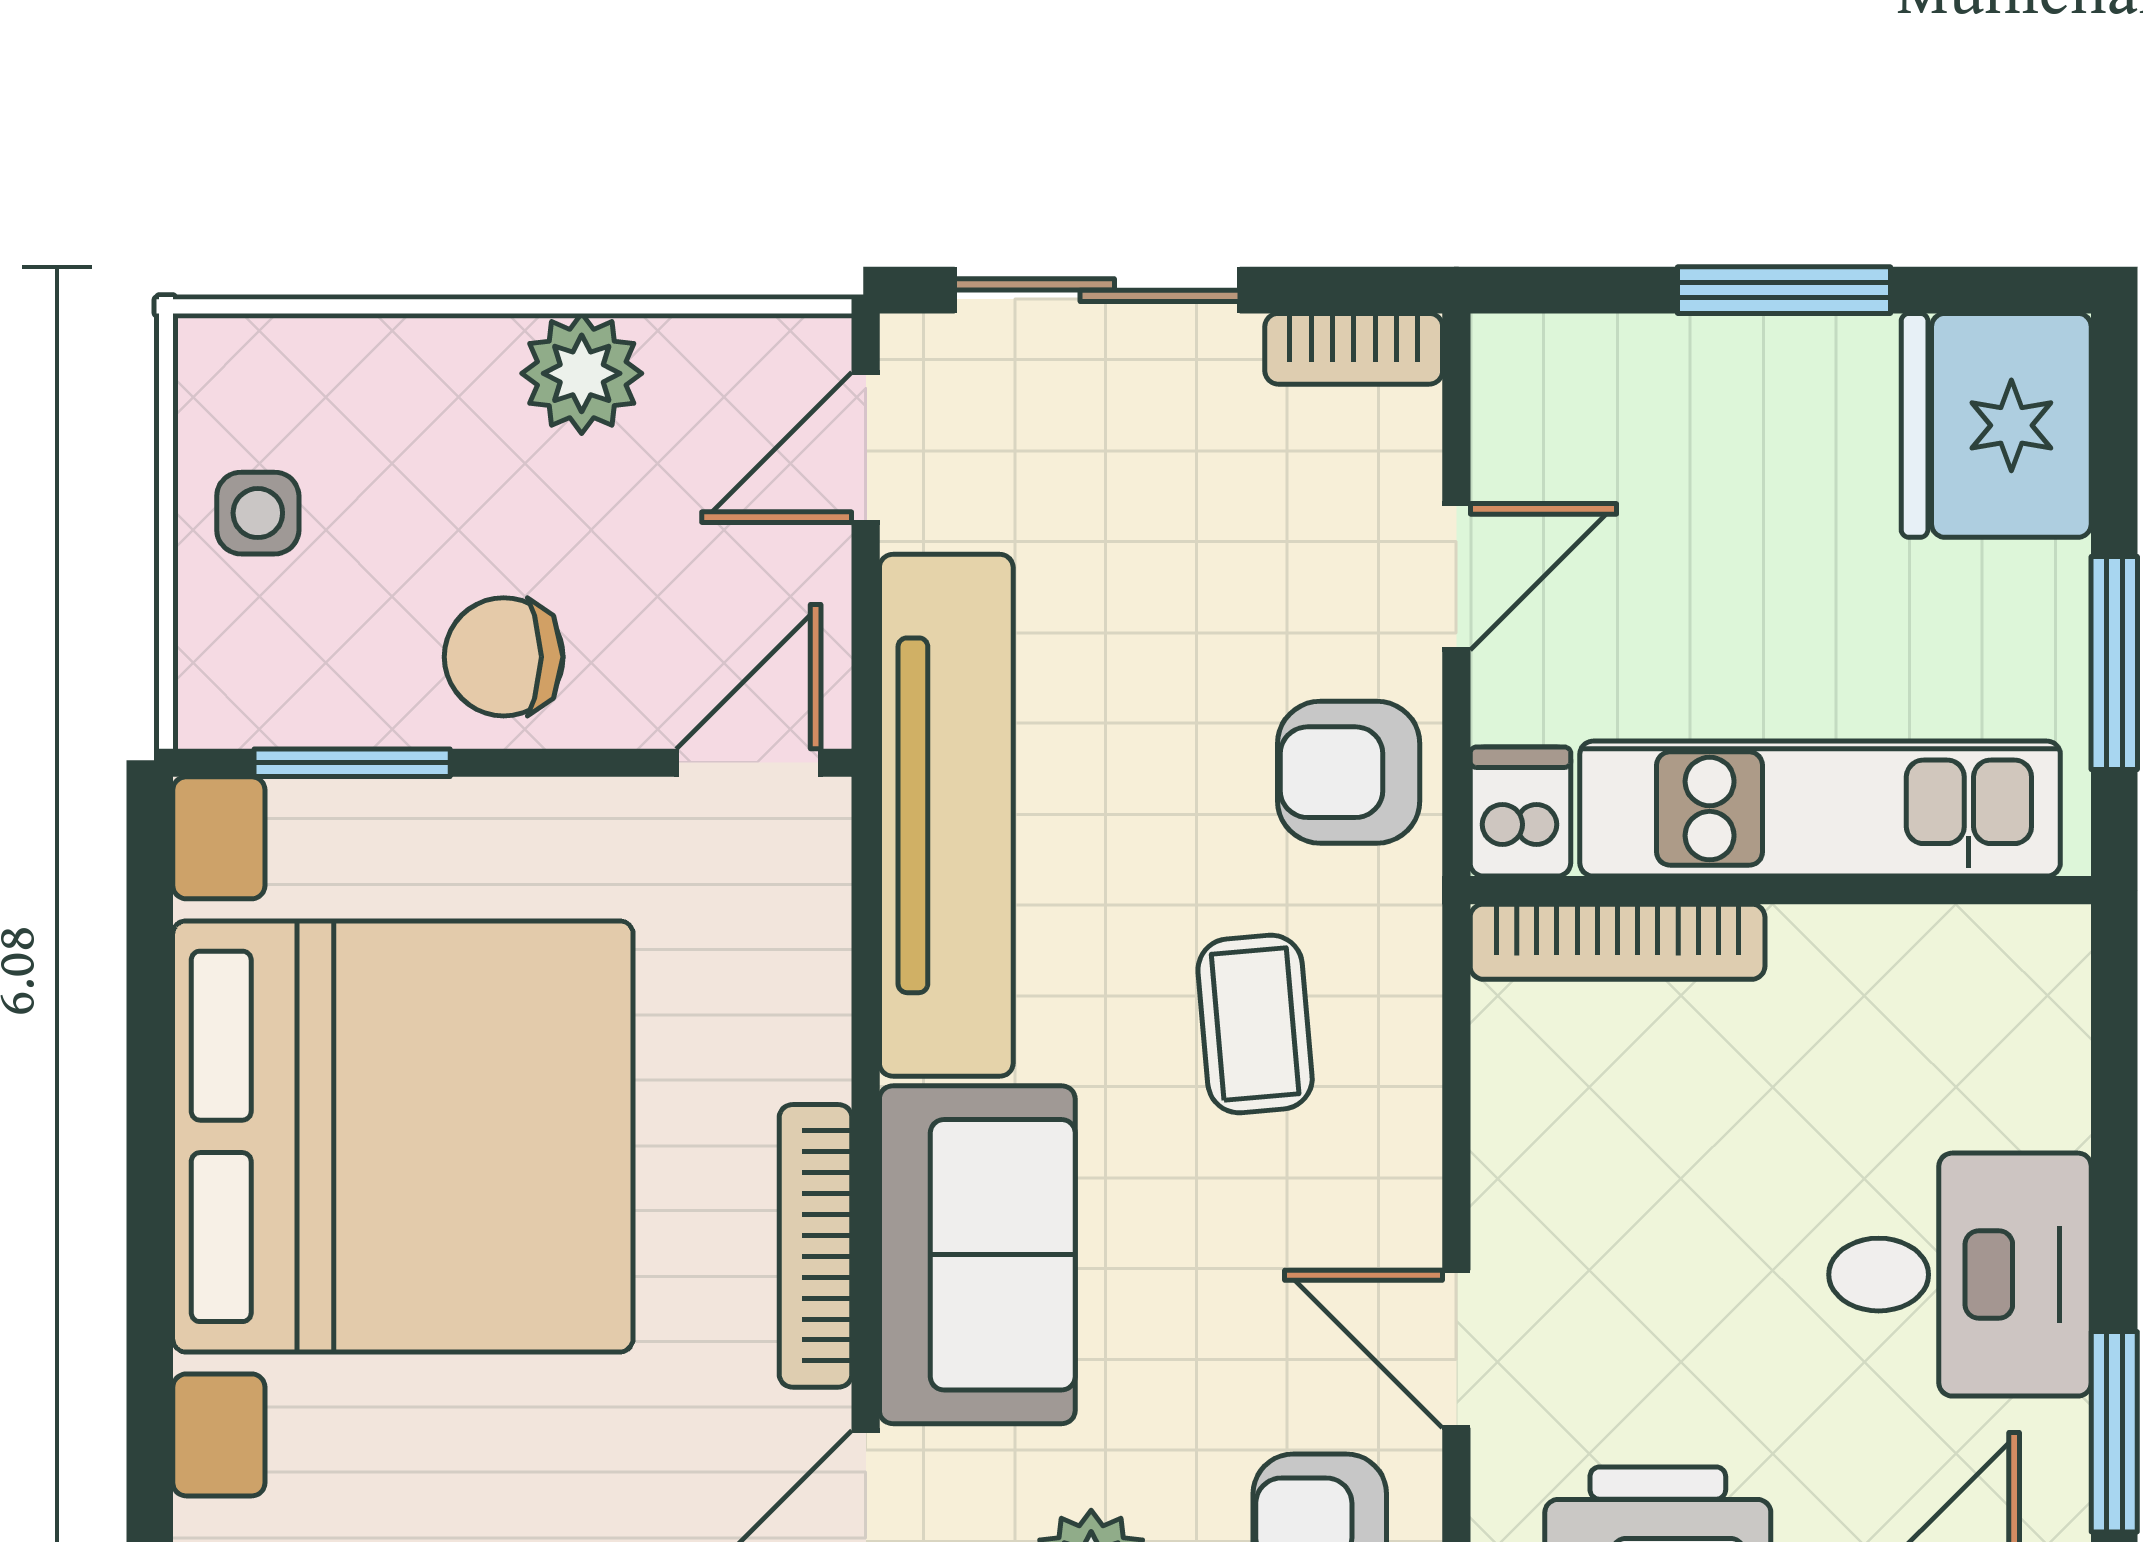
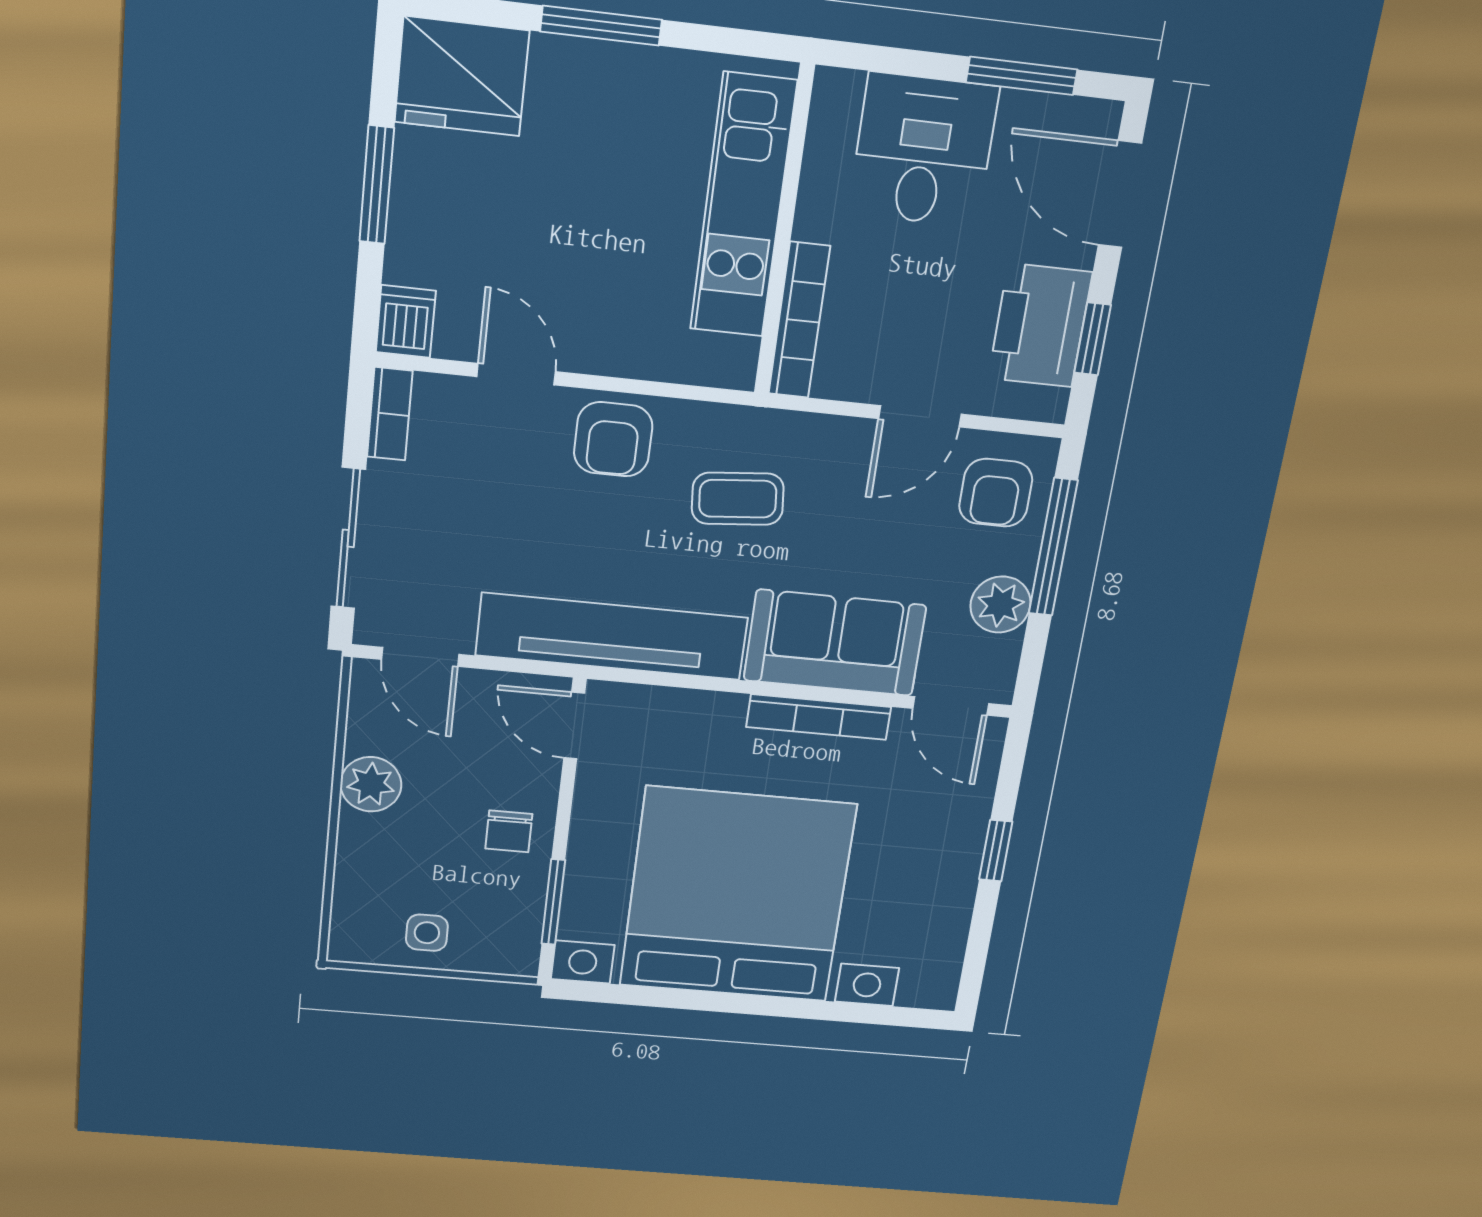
chair: (504, 657) -> (509, 831), width x0.73, depth x0.73
kitchen unit: (1820, 809) -> (743, 206), moved
dishwasher: (1520, 812) -> (406, 322), moved, turned 90
wall: (1781, 890) -> (784, 232), moved
bookcase: (1618, 942) -> (799, 320), moved

